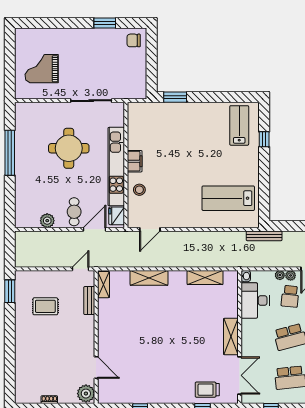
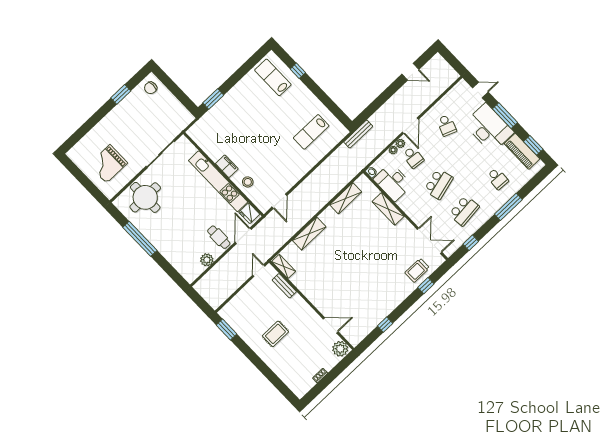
round table: (69, 148) -> (145, 197), moved
lab bench: (228, 198) -> (311, 132), width x0.73, depth x0.72
rug: (45, 306) -> (275, 334), moved
shelving: (231, 337) -> (388, 209), moved

